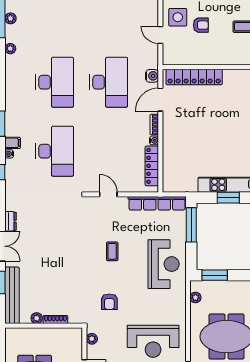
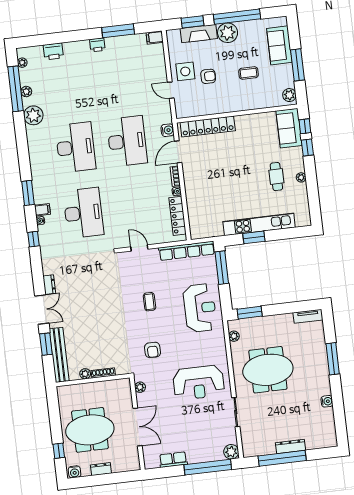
plant: (10, 49) -> (33, 115), width x1.88, depth x1.88

